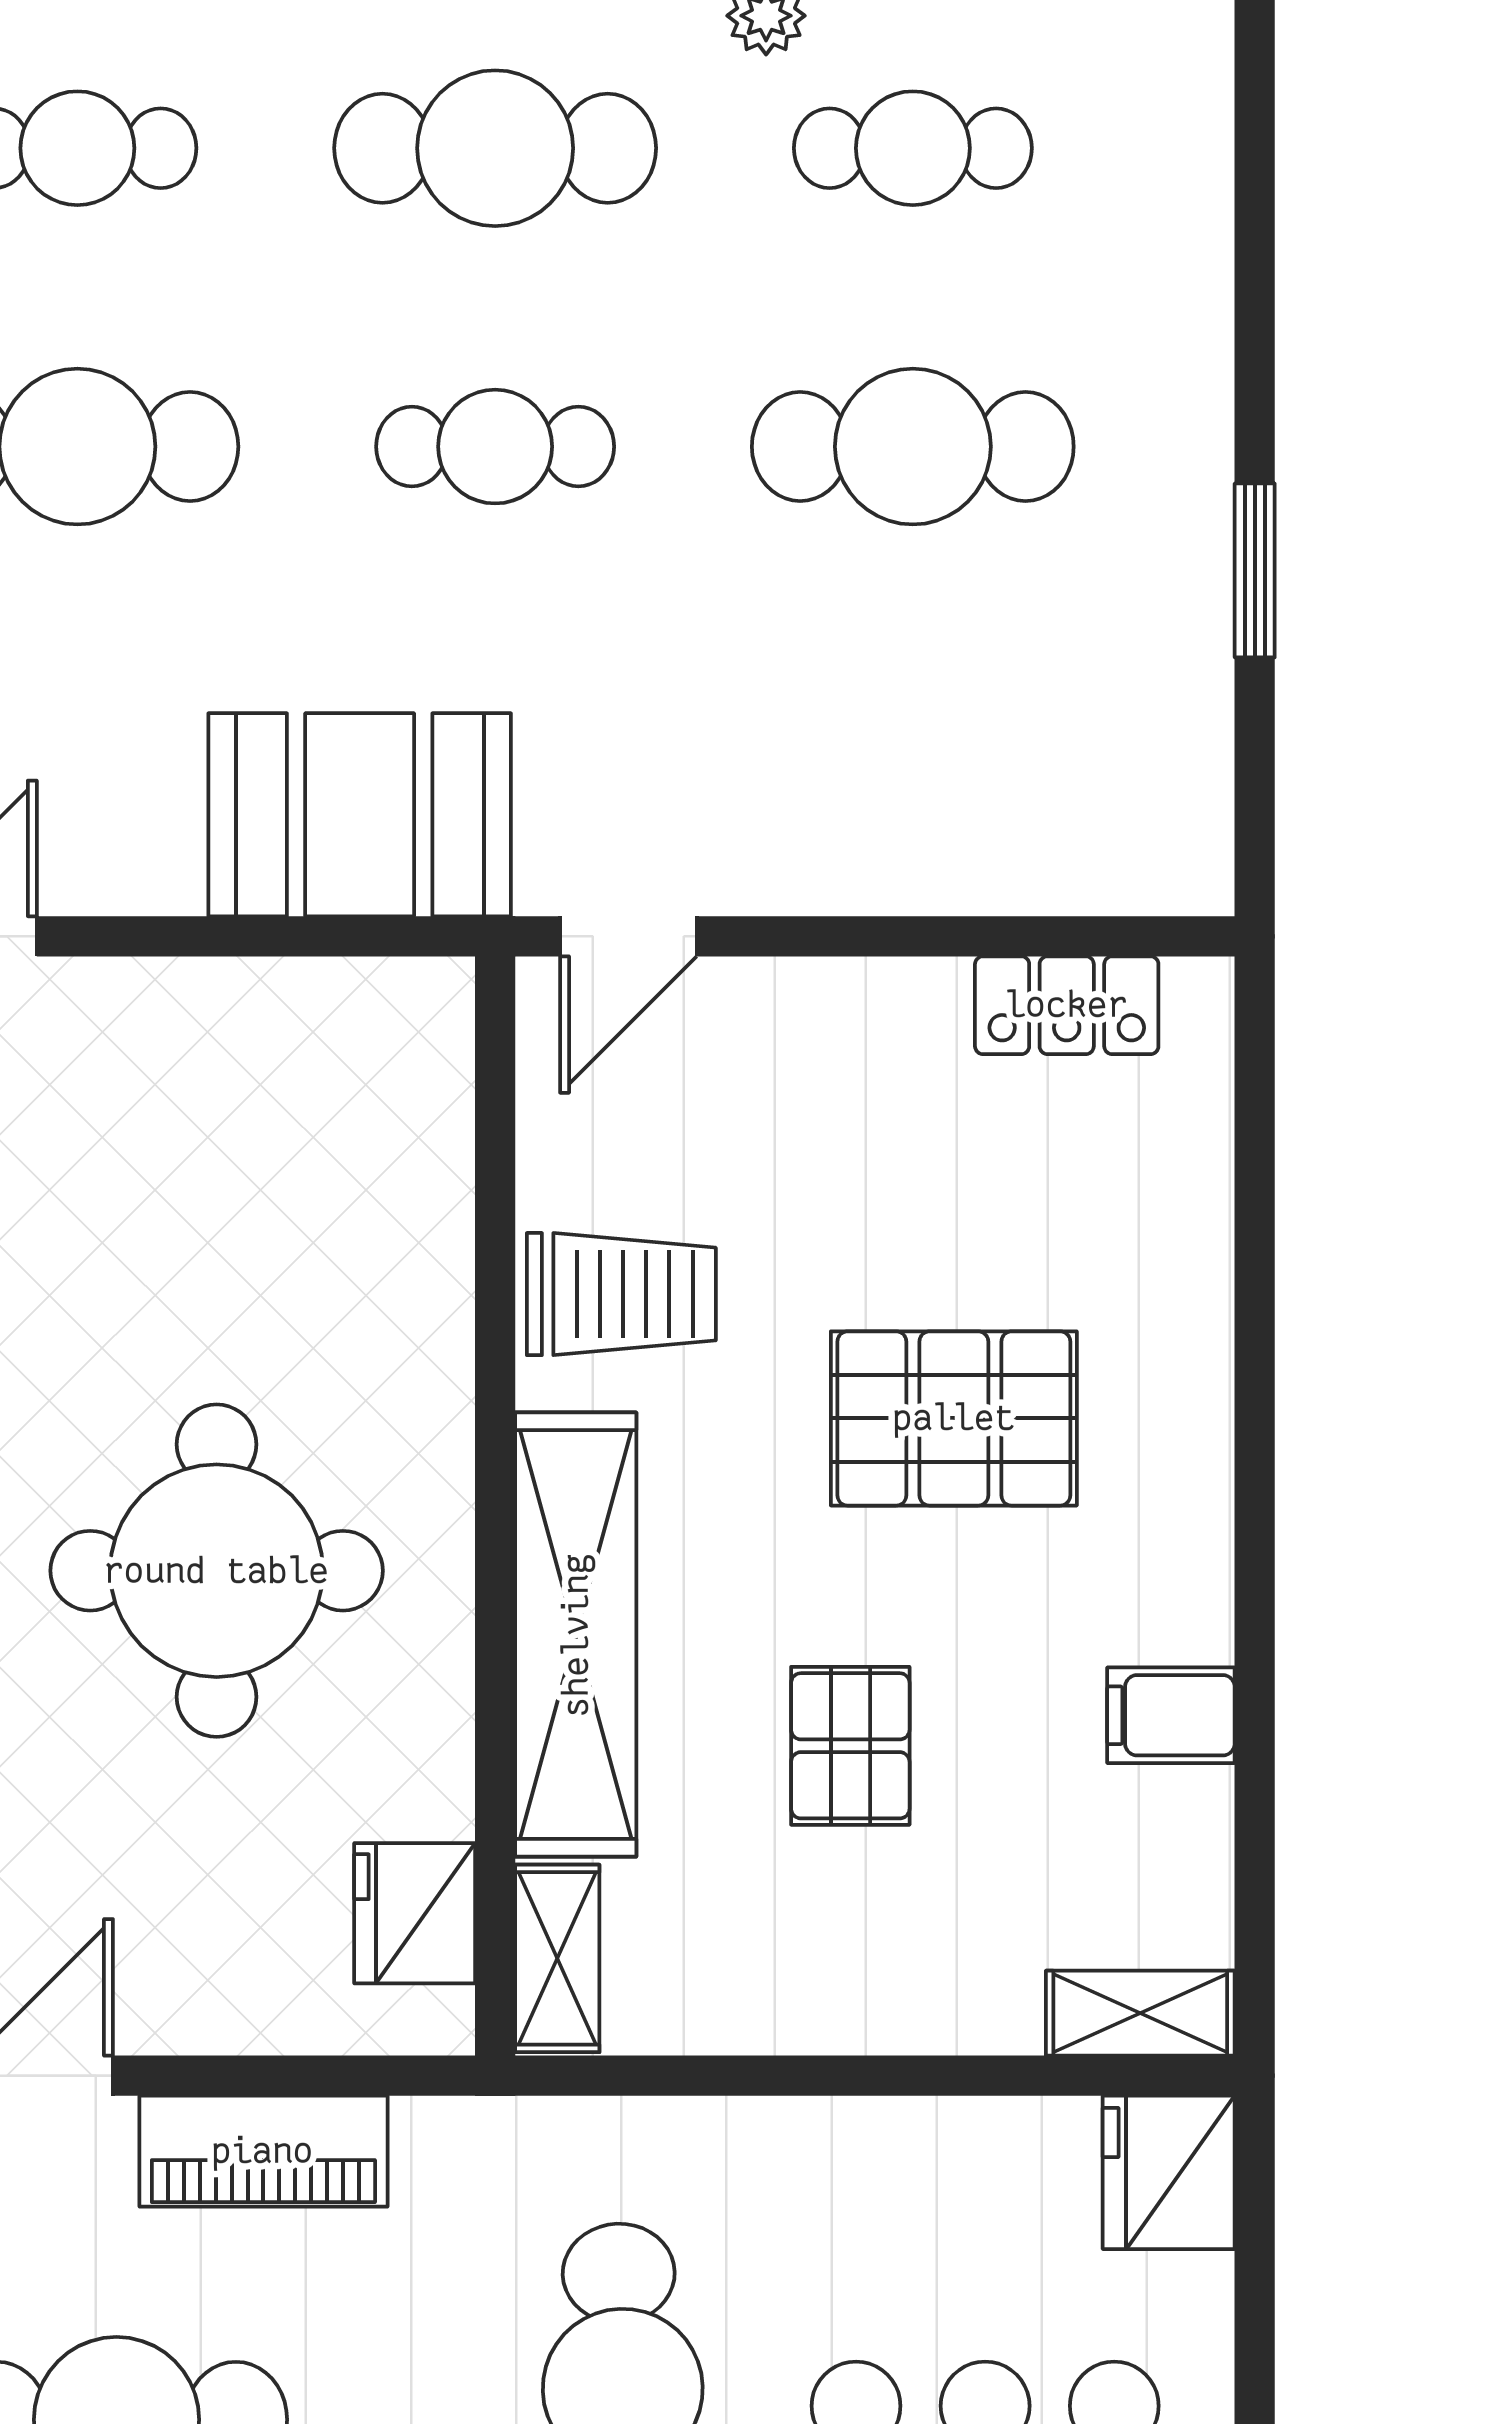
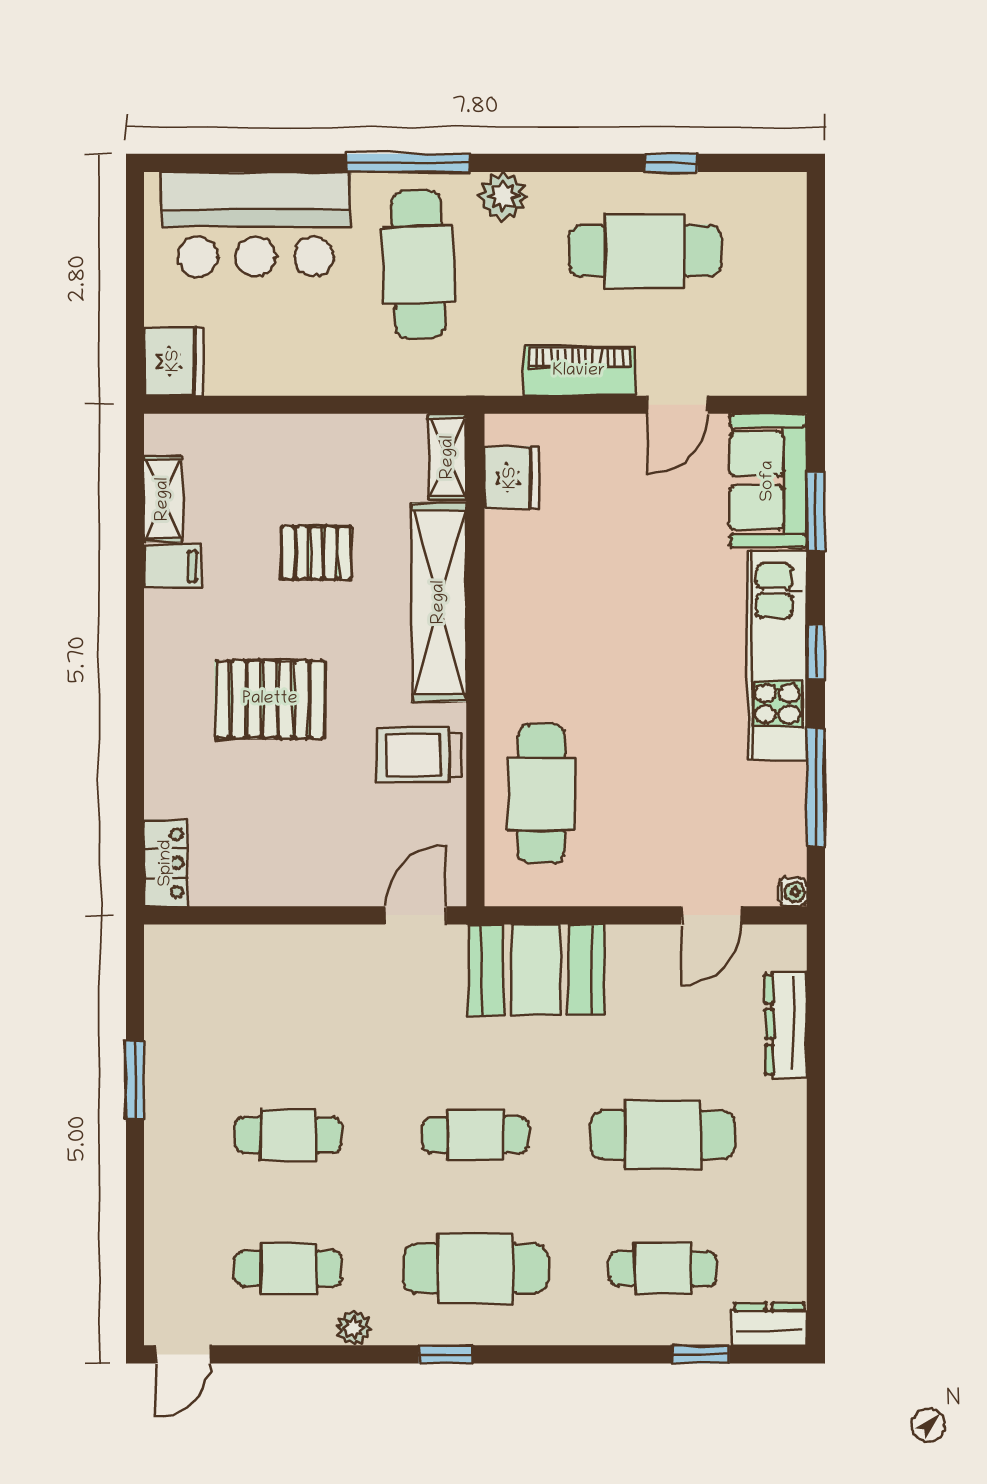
cafe table: (913, 447) -> (288, 1135), width x0.73, depth x0.74
locker: (1067, 1005) -> (166, 863), moved, turned 90
cafe table: (348, 1208) -> (541, 794), added
round table: (217, 1571) -> (600, 631), removed
pallet: (850, 1746) -> (316, 553), turned 90
shelving: (1140, 2013) -> (163, 499), moved, turned 90

